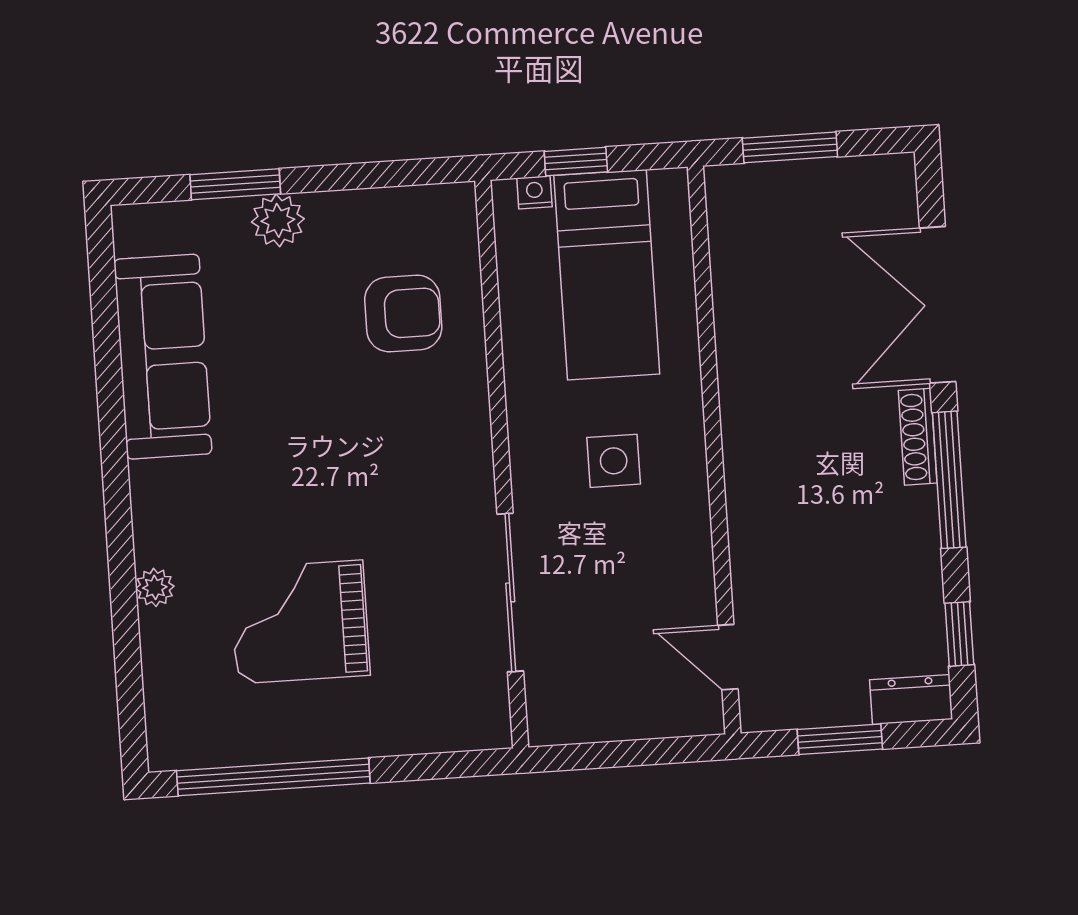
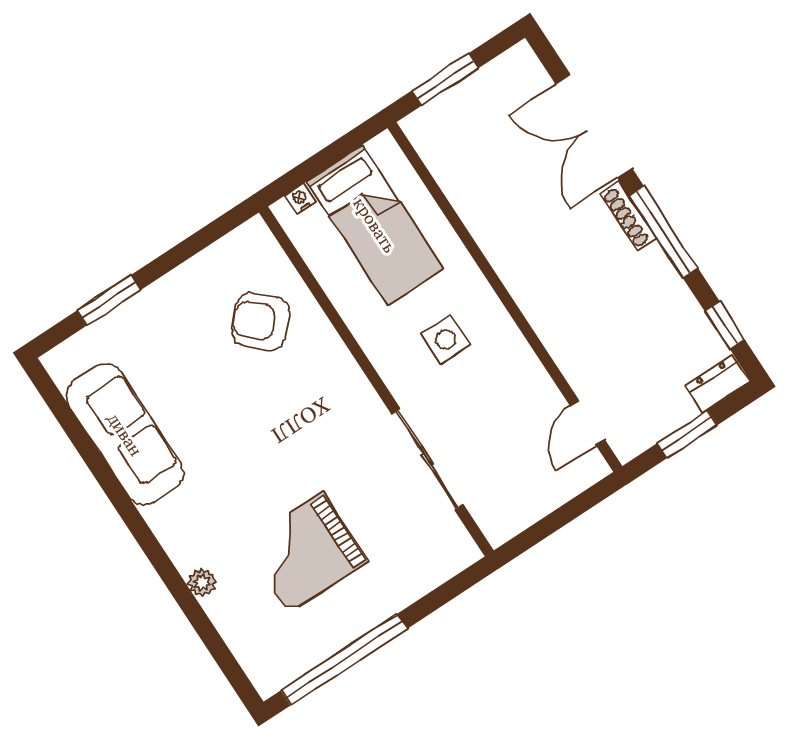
window: (576, 162) -> (315, 165), removed
plant: (278, 220) -> (149, 308), removed
armchair: (403, 313) -> (261, 322), turned -137
door: (728, 657) -> (587, 422), hinge flipped

